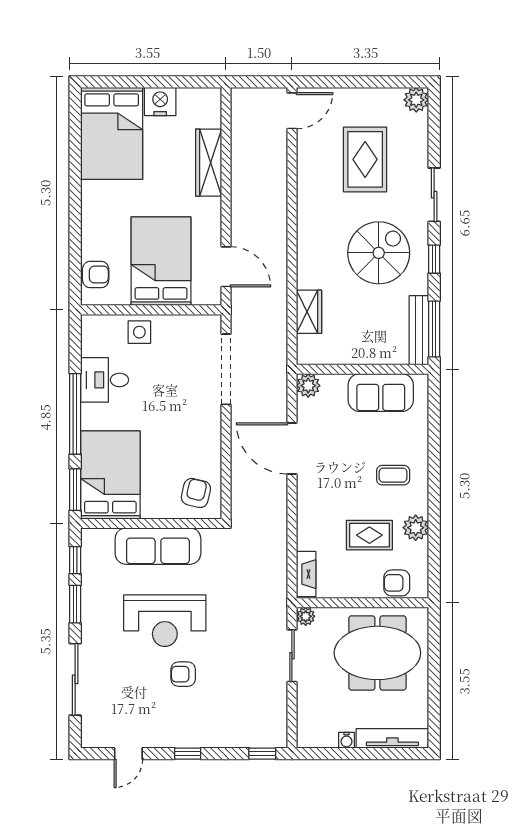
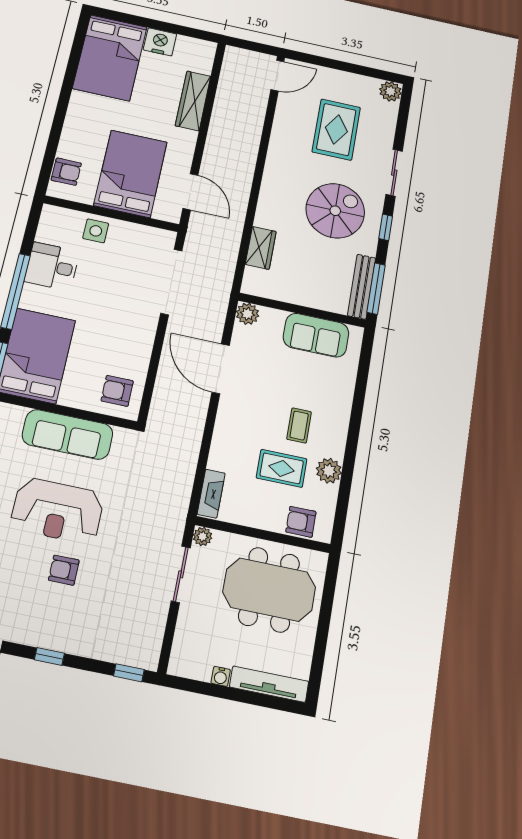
coffee table: (393, 475) -> (299, 425), moved, turned 90
armchair: (196, 493) -> (117, 391), turned -103

